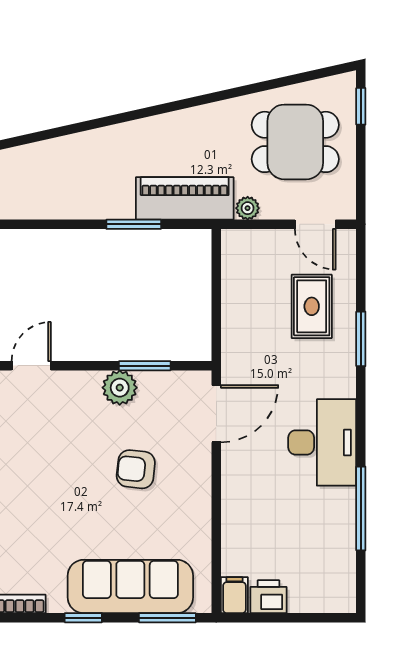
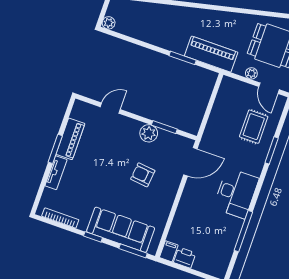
plant: (248, 208) -> (251, 73), moved

